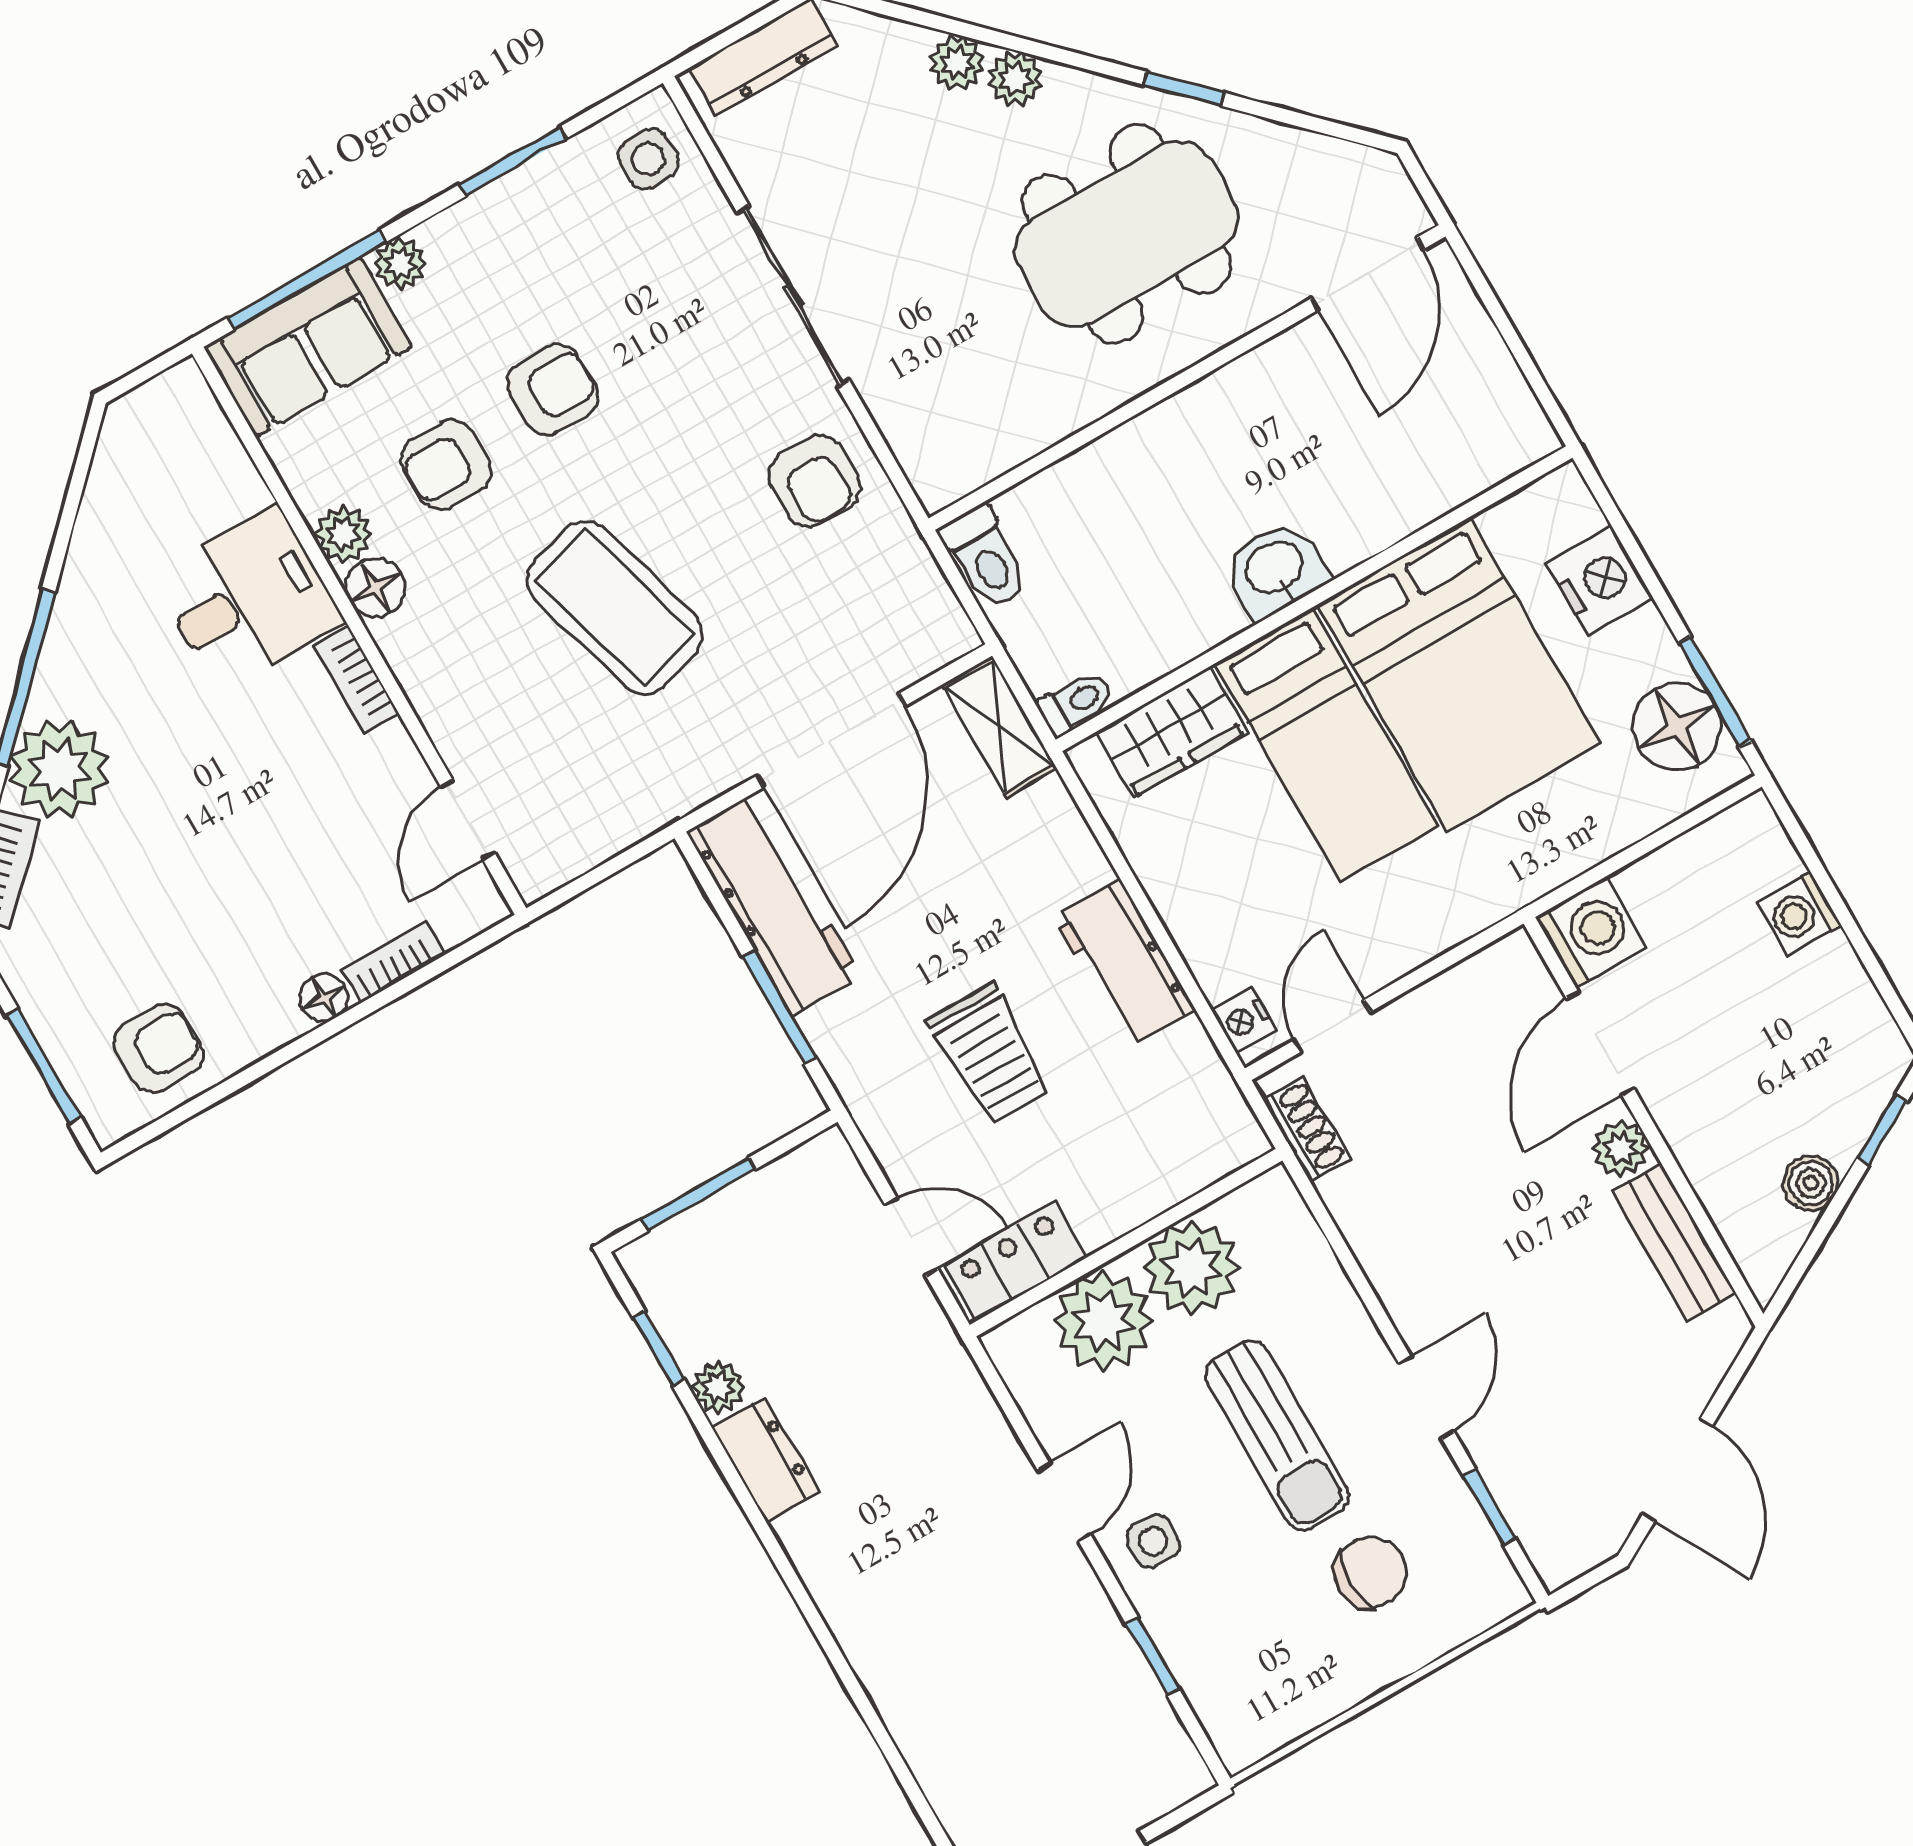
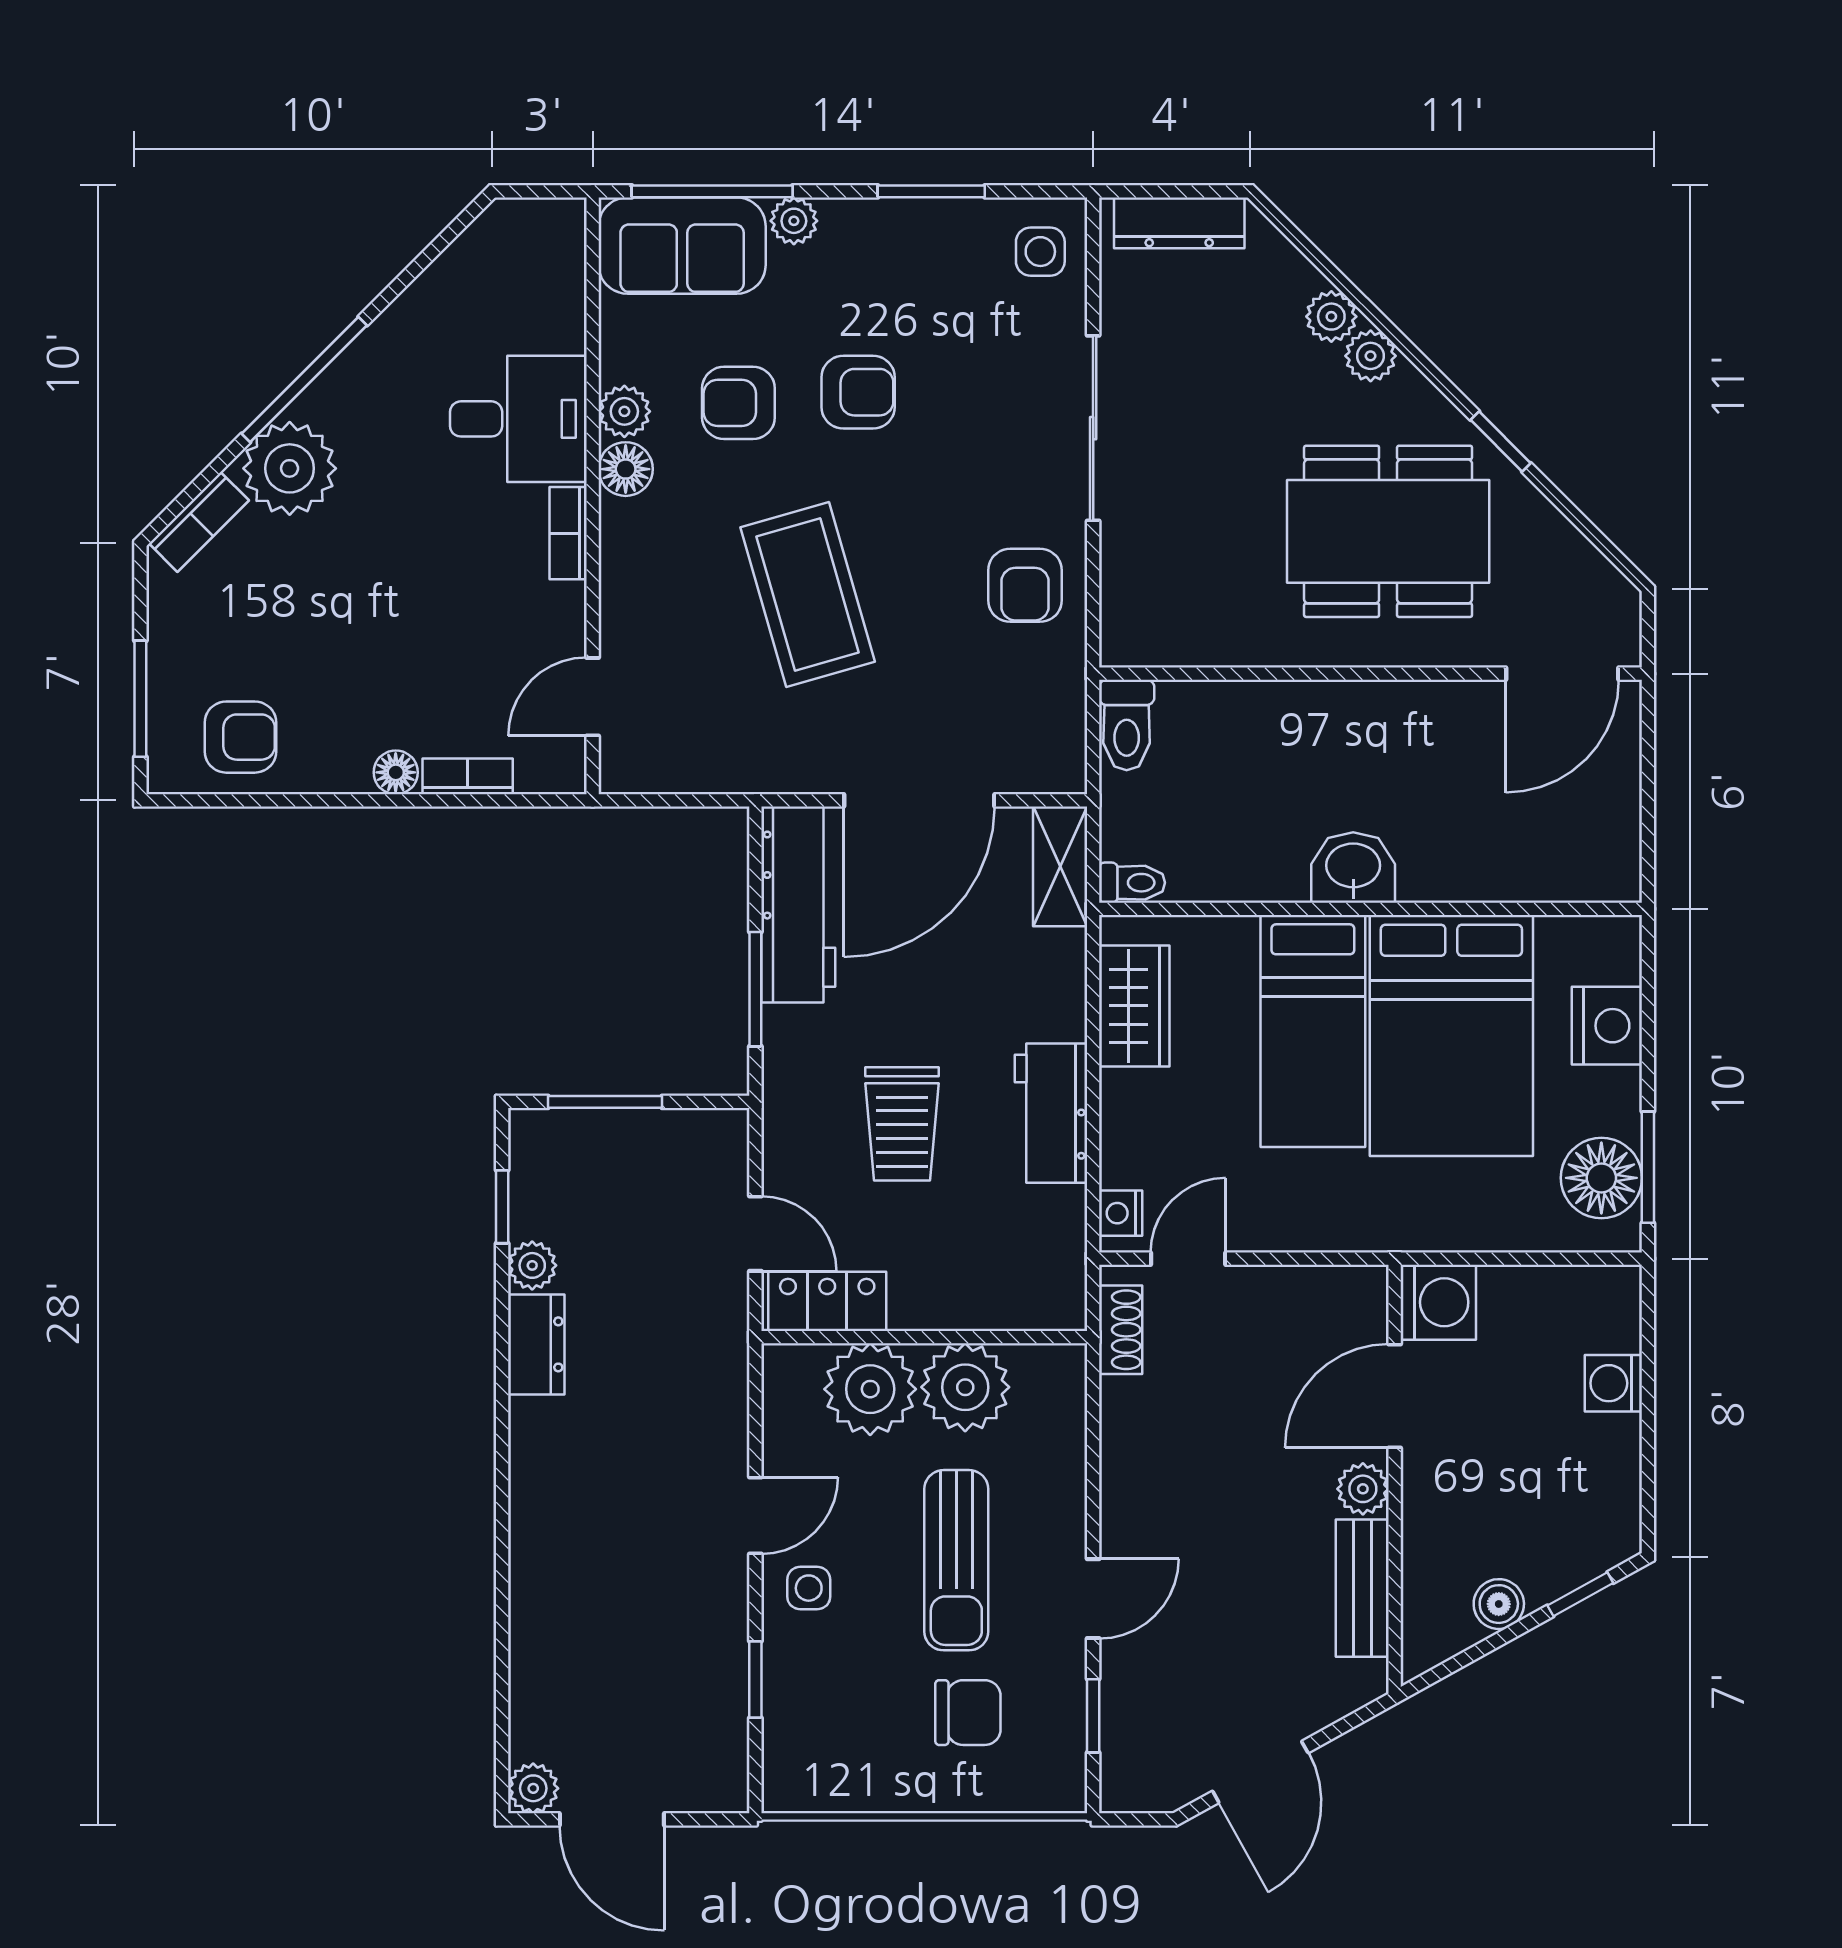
wardrobe: (1172, 732) -> (1134, 1006), moved, turned -90

